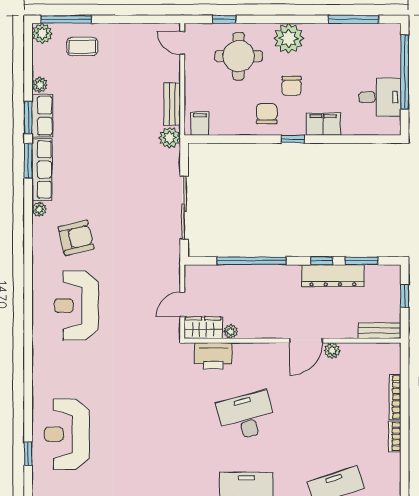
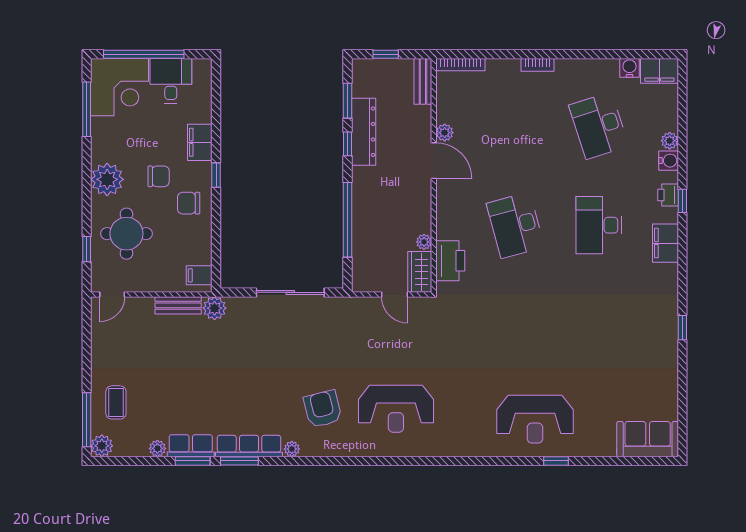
corner desk: (374, 50) -> (120, 87), added
bookcase: (395, 397) -> (460, 65), moved

